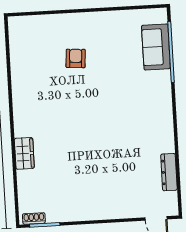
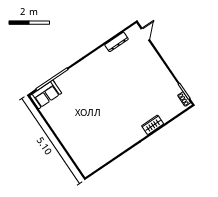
sofa: (156, 47) -> (46, 94), moved
armchair: (76, 58) -> (86, 128), removed

